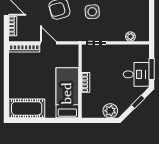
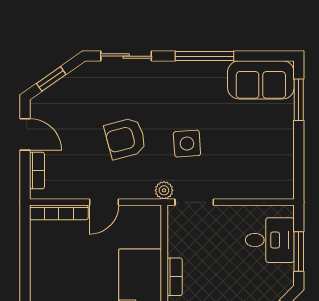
plant: (130, 37) -> (164, 190), moved
door: (48, 43) -> (104, 202), swing flipped
desk: (136, 74) -> (270, 240), moved

